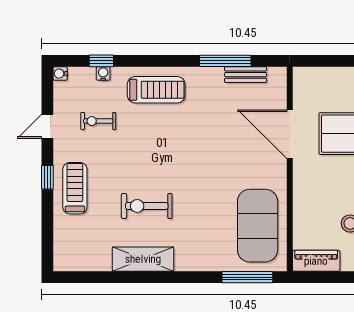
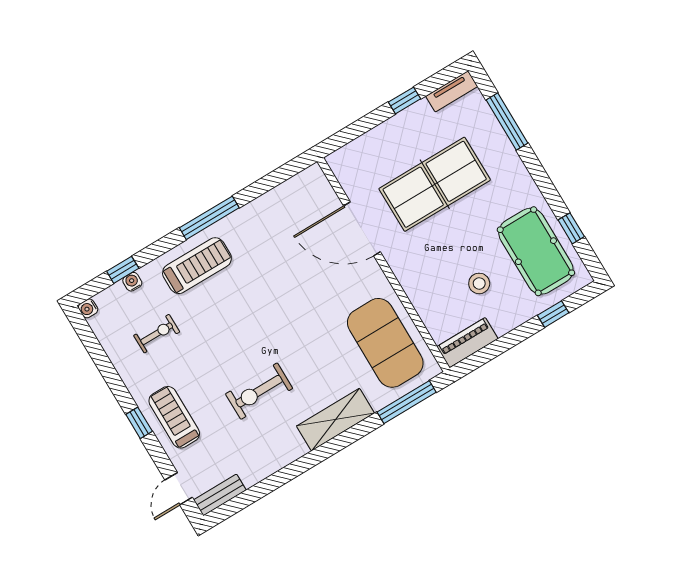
window: (225, 61) -> (209, 218), moved
bench: (246, 75) -> (220, 495), moved
exercise bike: (98, 121) -> (157, 334), turned 180
door: (47, 126) -> (179, 489), moved
shelving: (143, 259) -> (335, 420), moved

